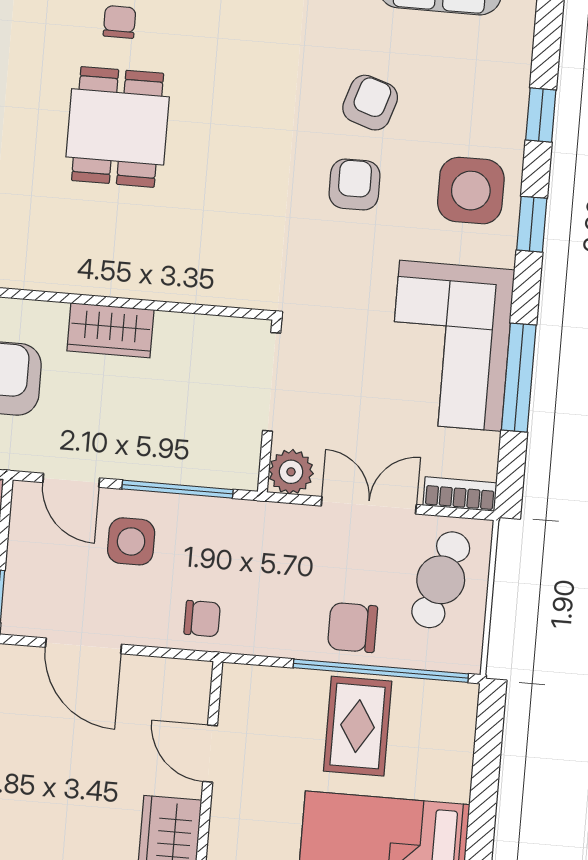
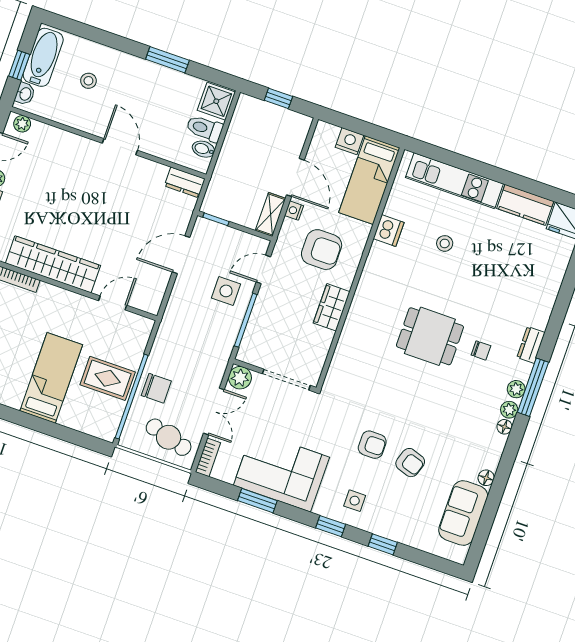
side table: (471, 191) -> (355, 501), width x0.54, depth x0.54
window: (519, 378) -> (257, 501), width x0.69
chair: (202, 619) -> (179, 316), removed
chair: (353, 627) -> (156, 388), turned 90

